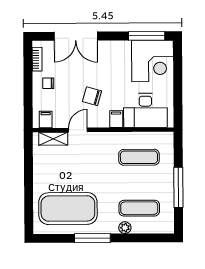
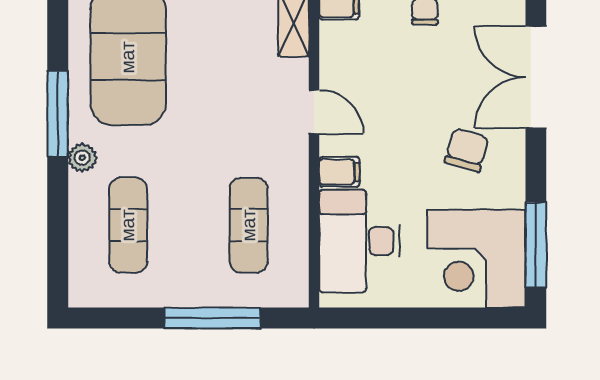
chair: (92, 96) -> (467, 150), moved
door: (78, 130) -> (314, 112), moved
window: (178, 187) -> (212, 318), moved
plant: (125, 228) -> (82, 158), moved

